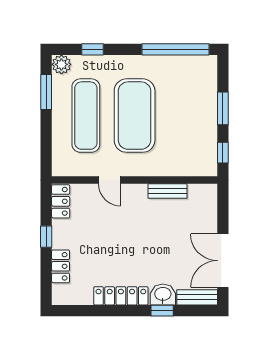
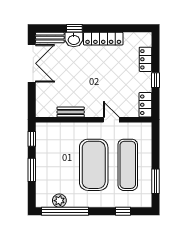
plant: (61, 64) -> (59, 201), moved

